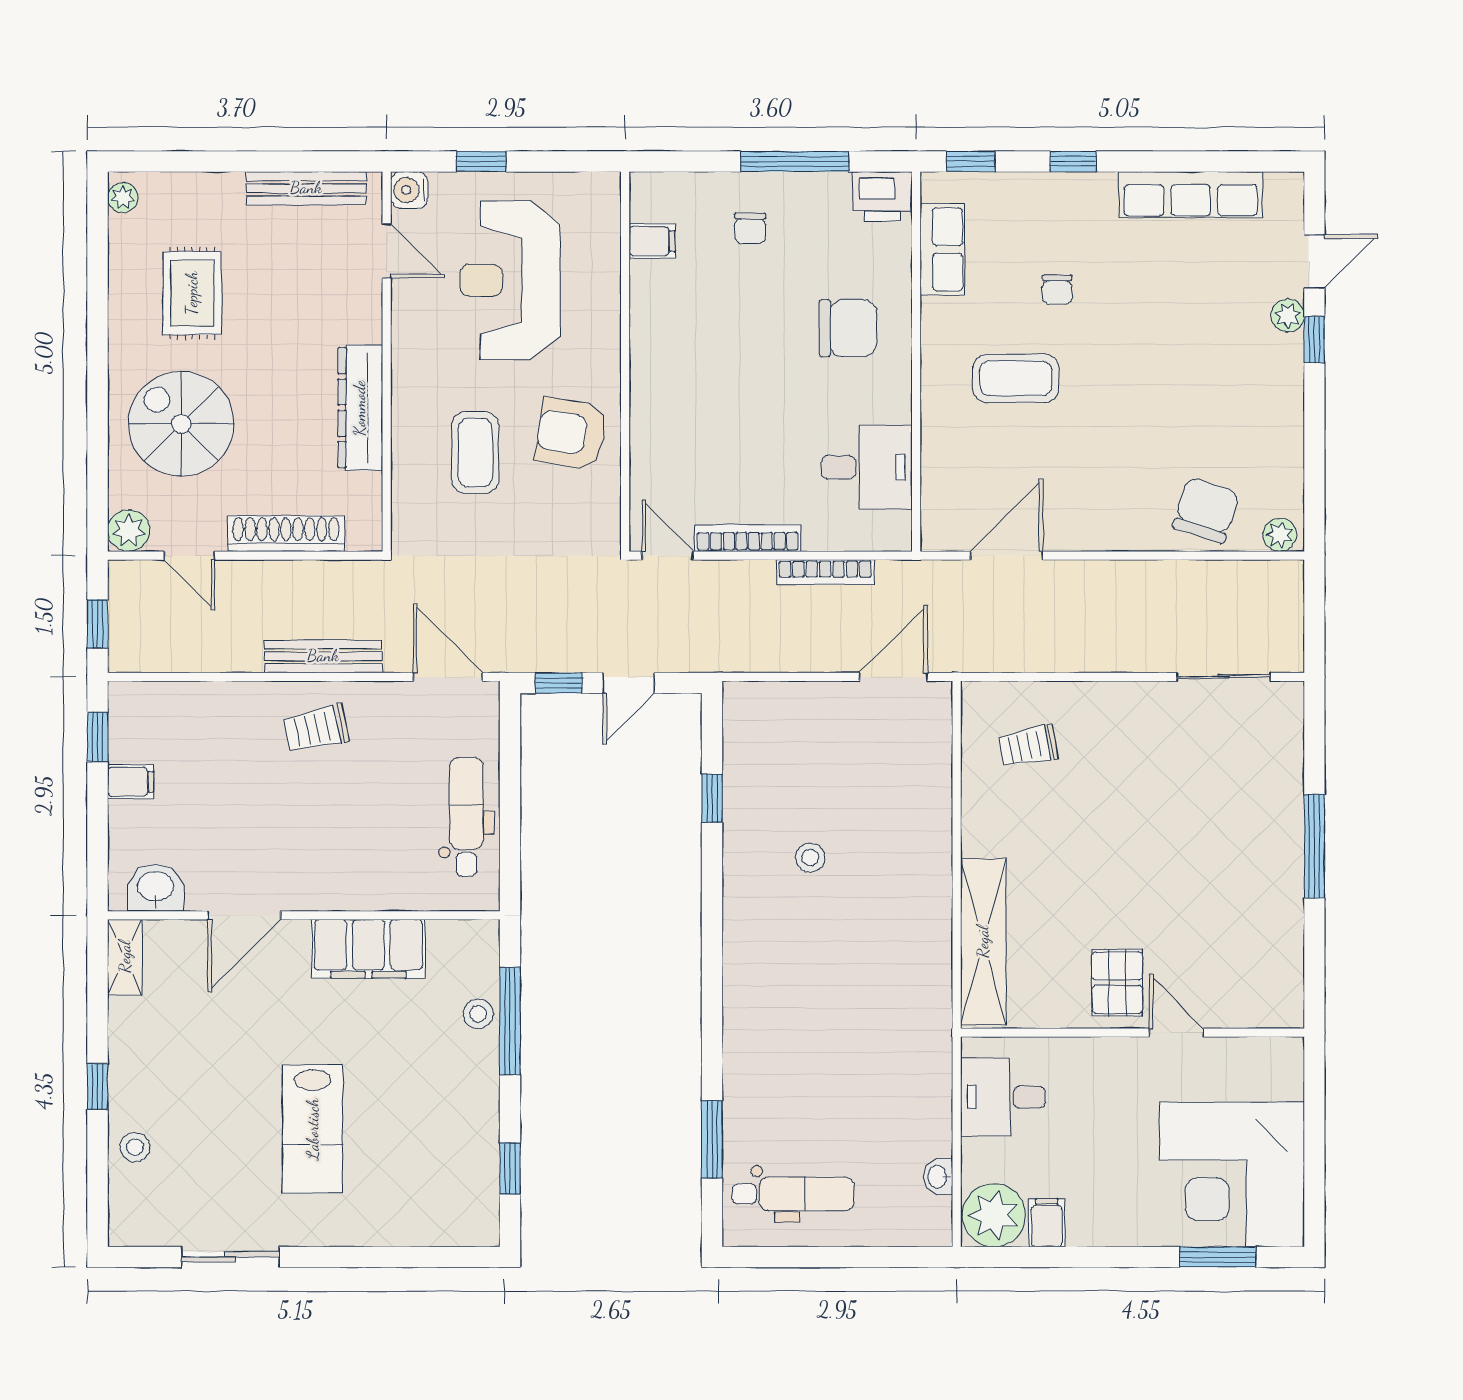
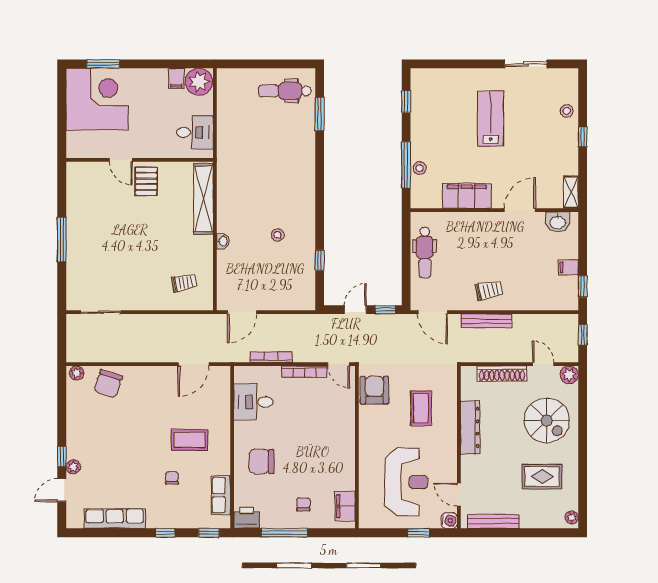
filing cabinet: (652, 241) -> (345, 506), width x2.00
rug: (192, 293) -> (542, 476), turned 90
armchair: (571, 434) -> (374, 390), moved, turned -99
washbasin: (938, 1177) -> (223, 241), moved

